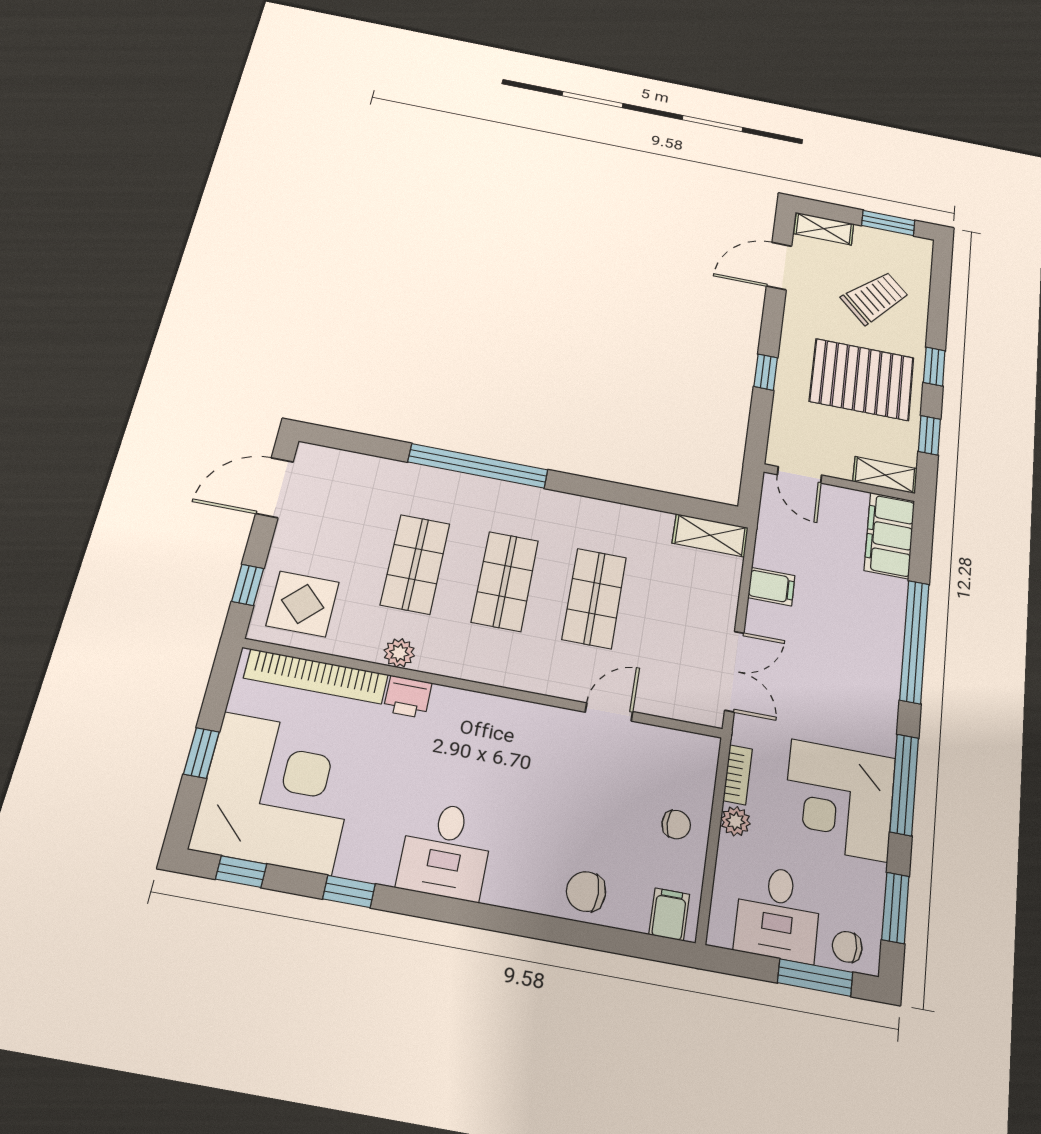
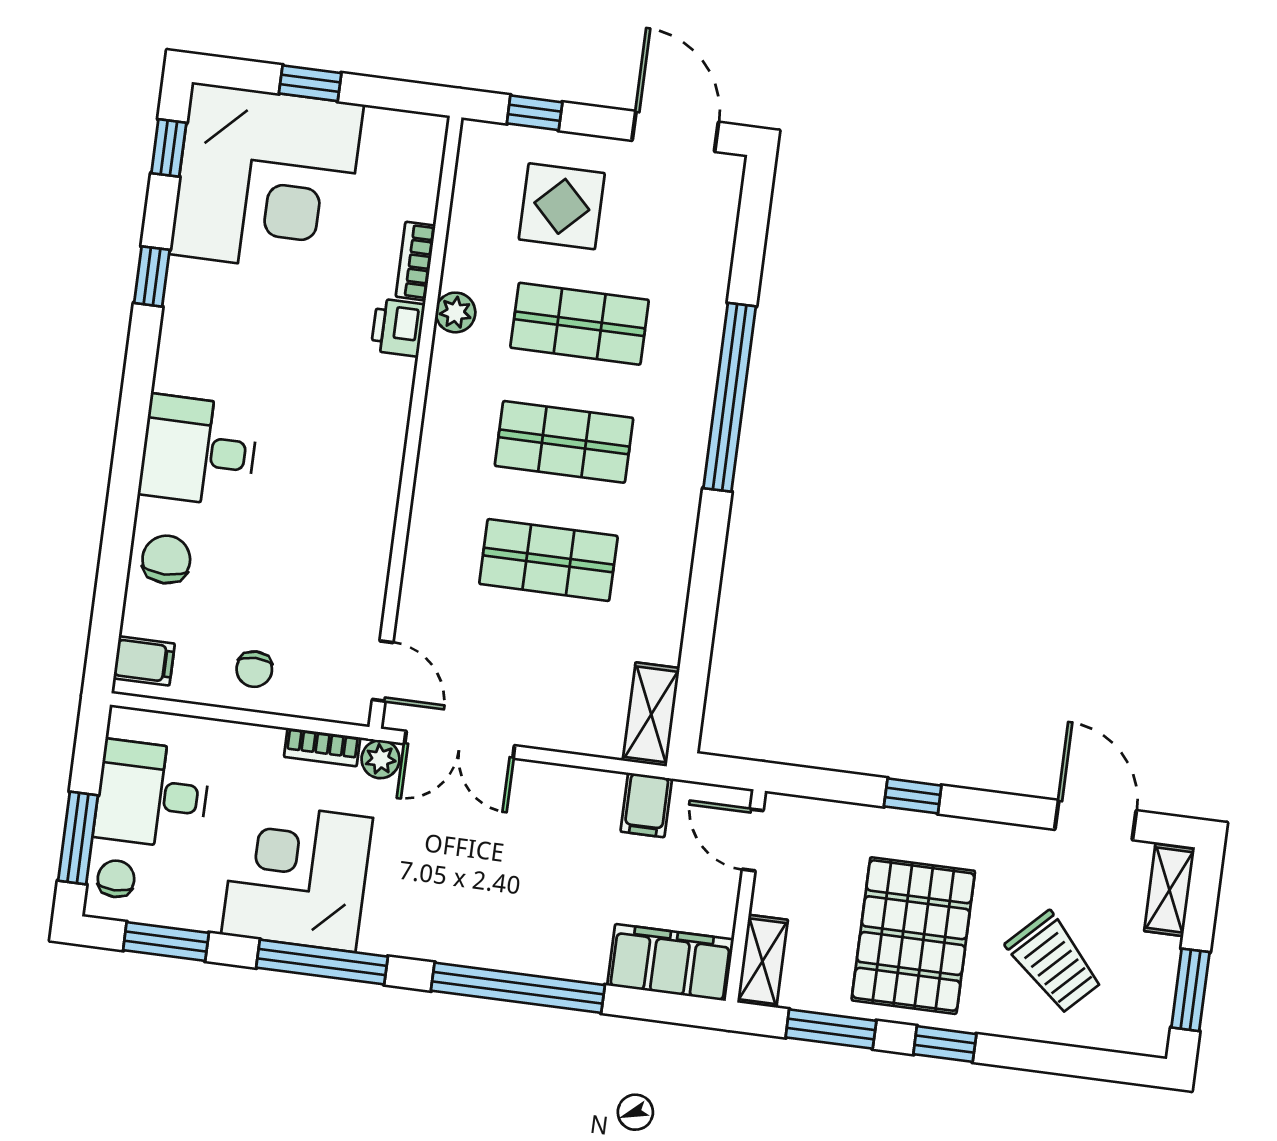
window: (929, 435) -> (831, 1029), width x1.50
door: (800, 475) -> (753, 840), hinge flipped
filing cabinet: (771, 587) -> (646, 805), moved
display table: (303, 604) -> (562, 206), moved
bookcase: (316, 676) -> (416, 261), width x0.43, depth x0.76
door: (609, 712) -> (383, 671), moved
plant: (736, 821) -> (380, 759), moved
desk: (446, 850) -> (199, 451), moved

